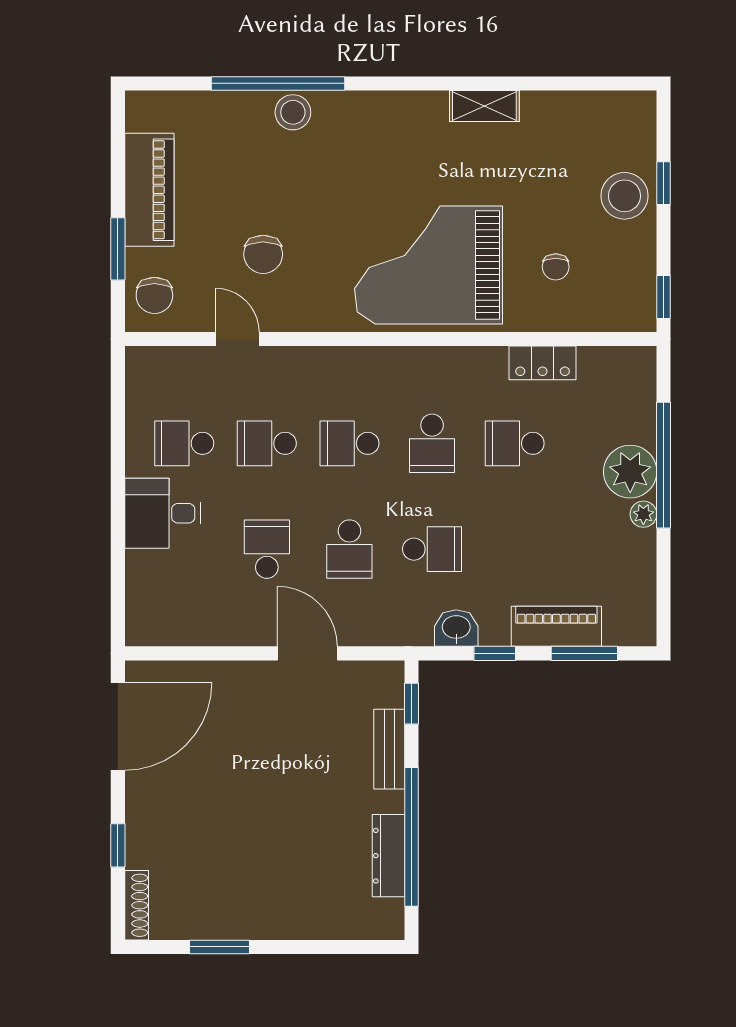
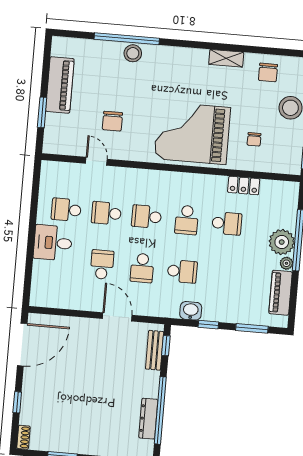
chair: (154, 295) -> (268, 72), moved
school desk: (515, 443) -> (227, 223), turned 180
piano: (556, 626) -> (281, 293), moved, turned -90
bench: (389, 749) -> (155, 350), moved
shoe rack: (137, 905) -> (23, 437), width x0.70

